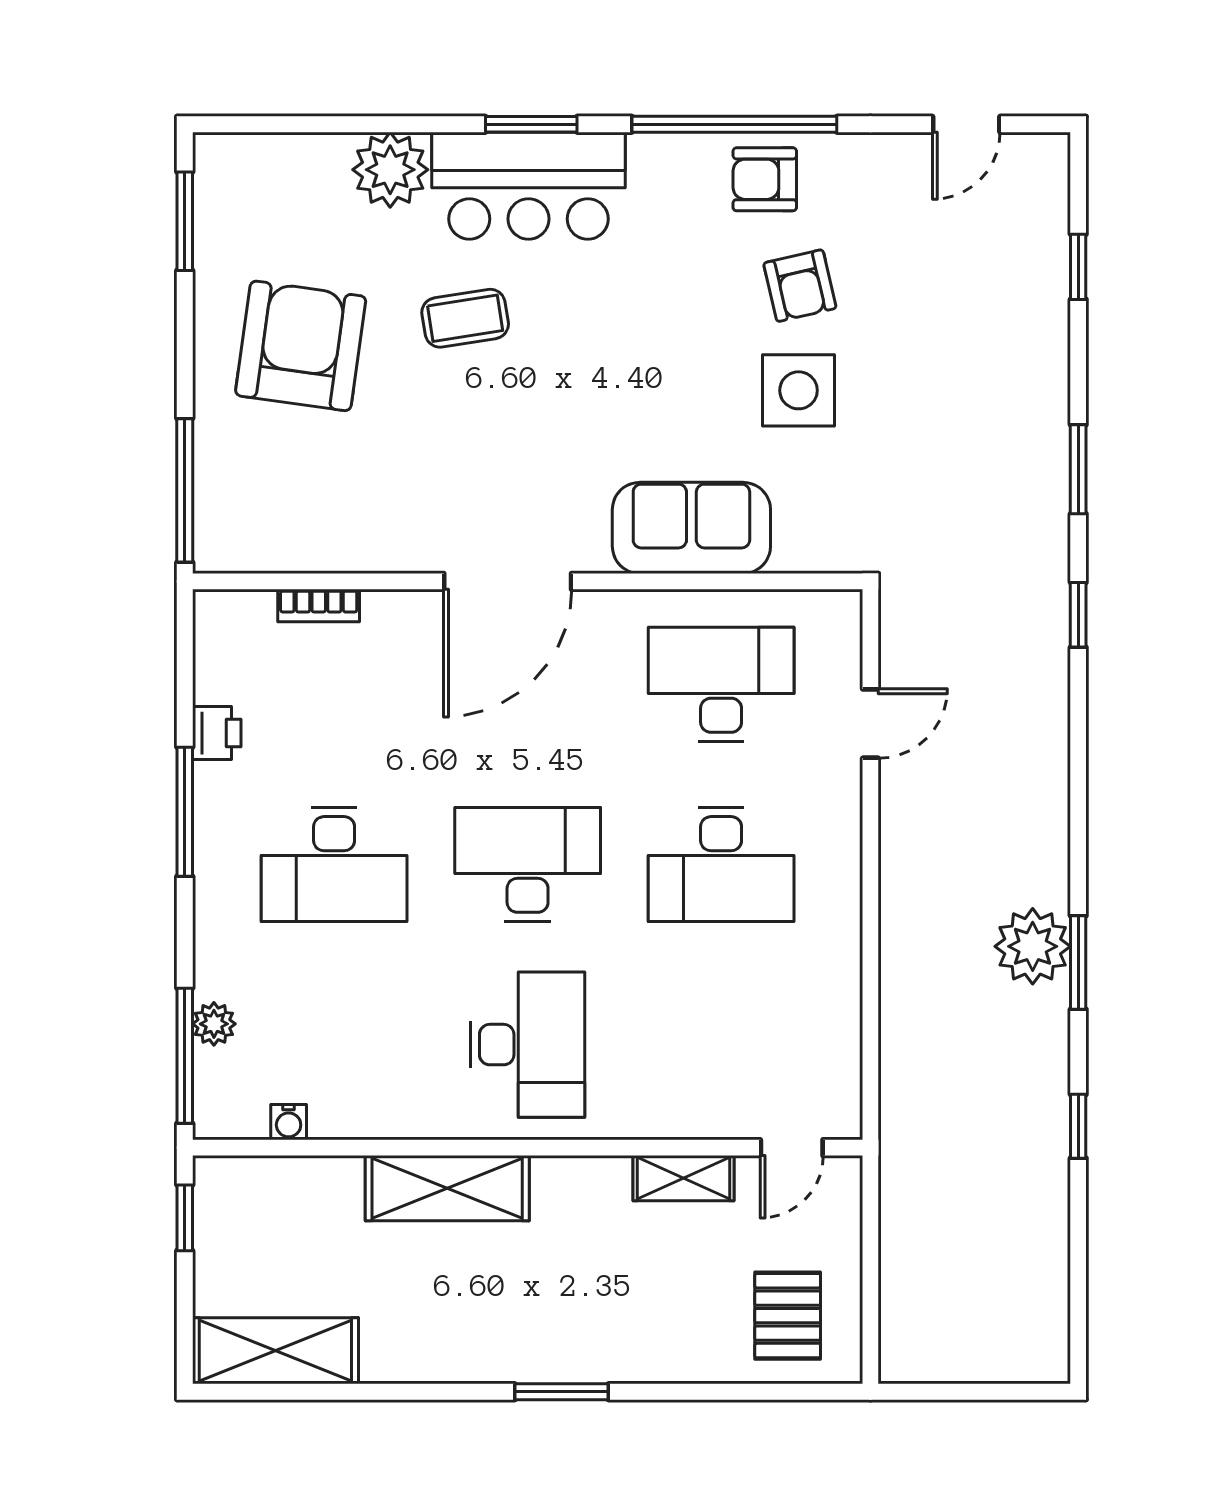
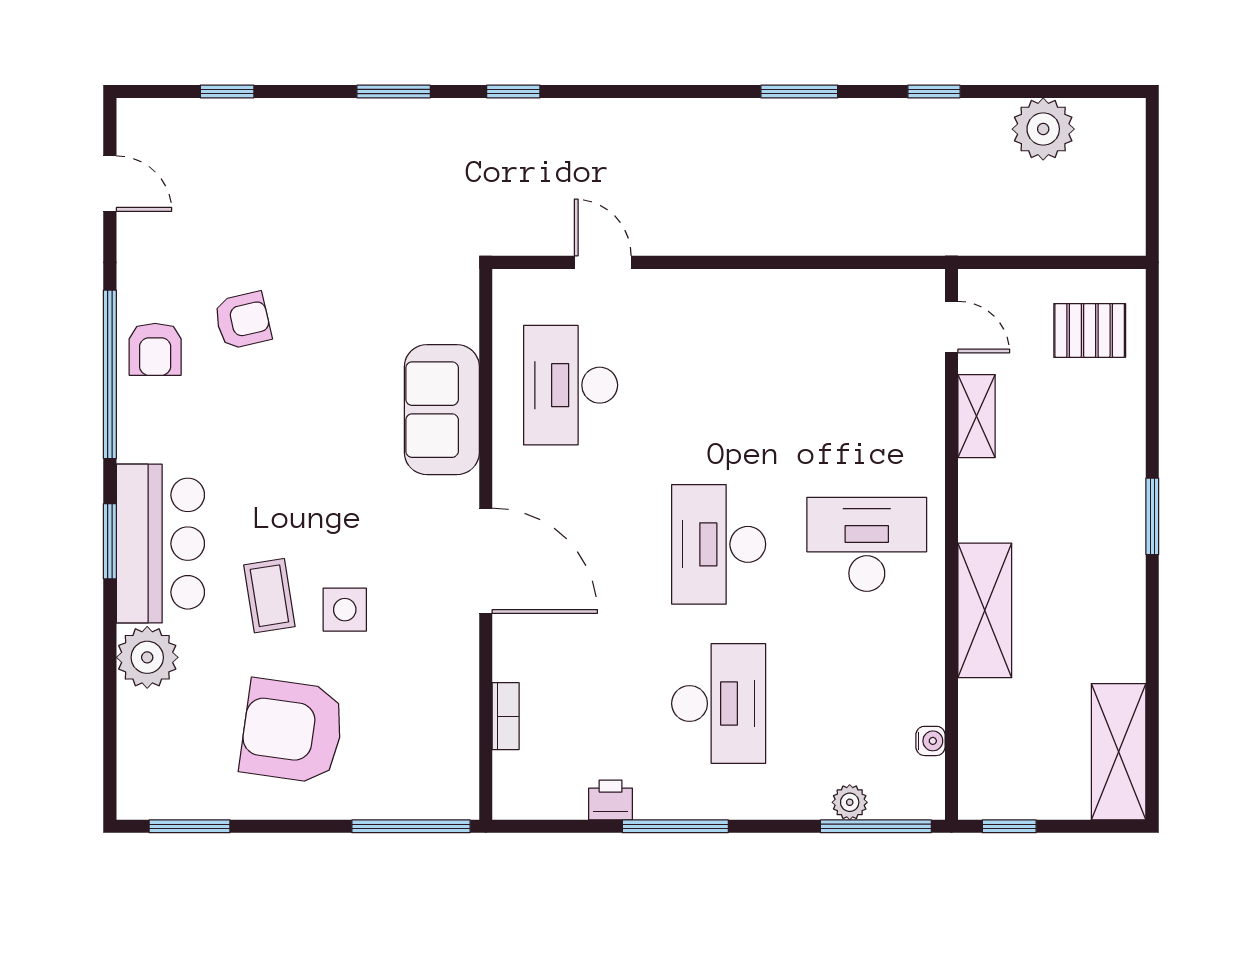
side table: (799, 390) -> (345, 610), moved, width x0.73, depth x0.73
desk: (721, 864) -> (719, 385), removed
plant: (1033, 946) -> (1043, 129), moved

